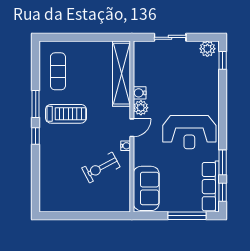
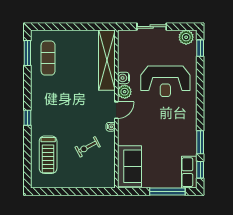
window: (36, 104) -> (27, 53), moved
treadmill: (66, 114) -> (48, 155), moved, turned 90
reception desk: (189, 132) -> (165, 81), moved
exercise bike: (101, 167) -> (88, 147), width x0.73, depth x0.72
row of seats: (211, 187) -> (189, 172), width x0.68

